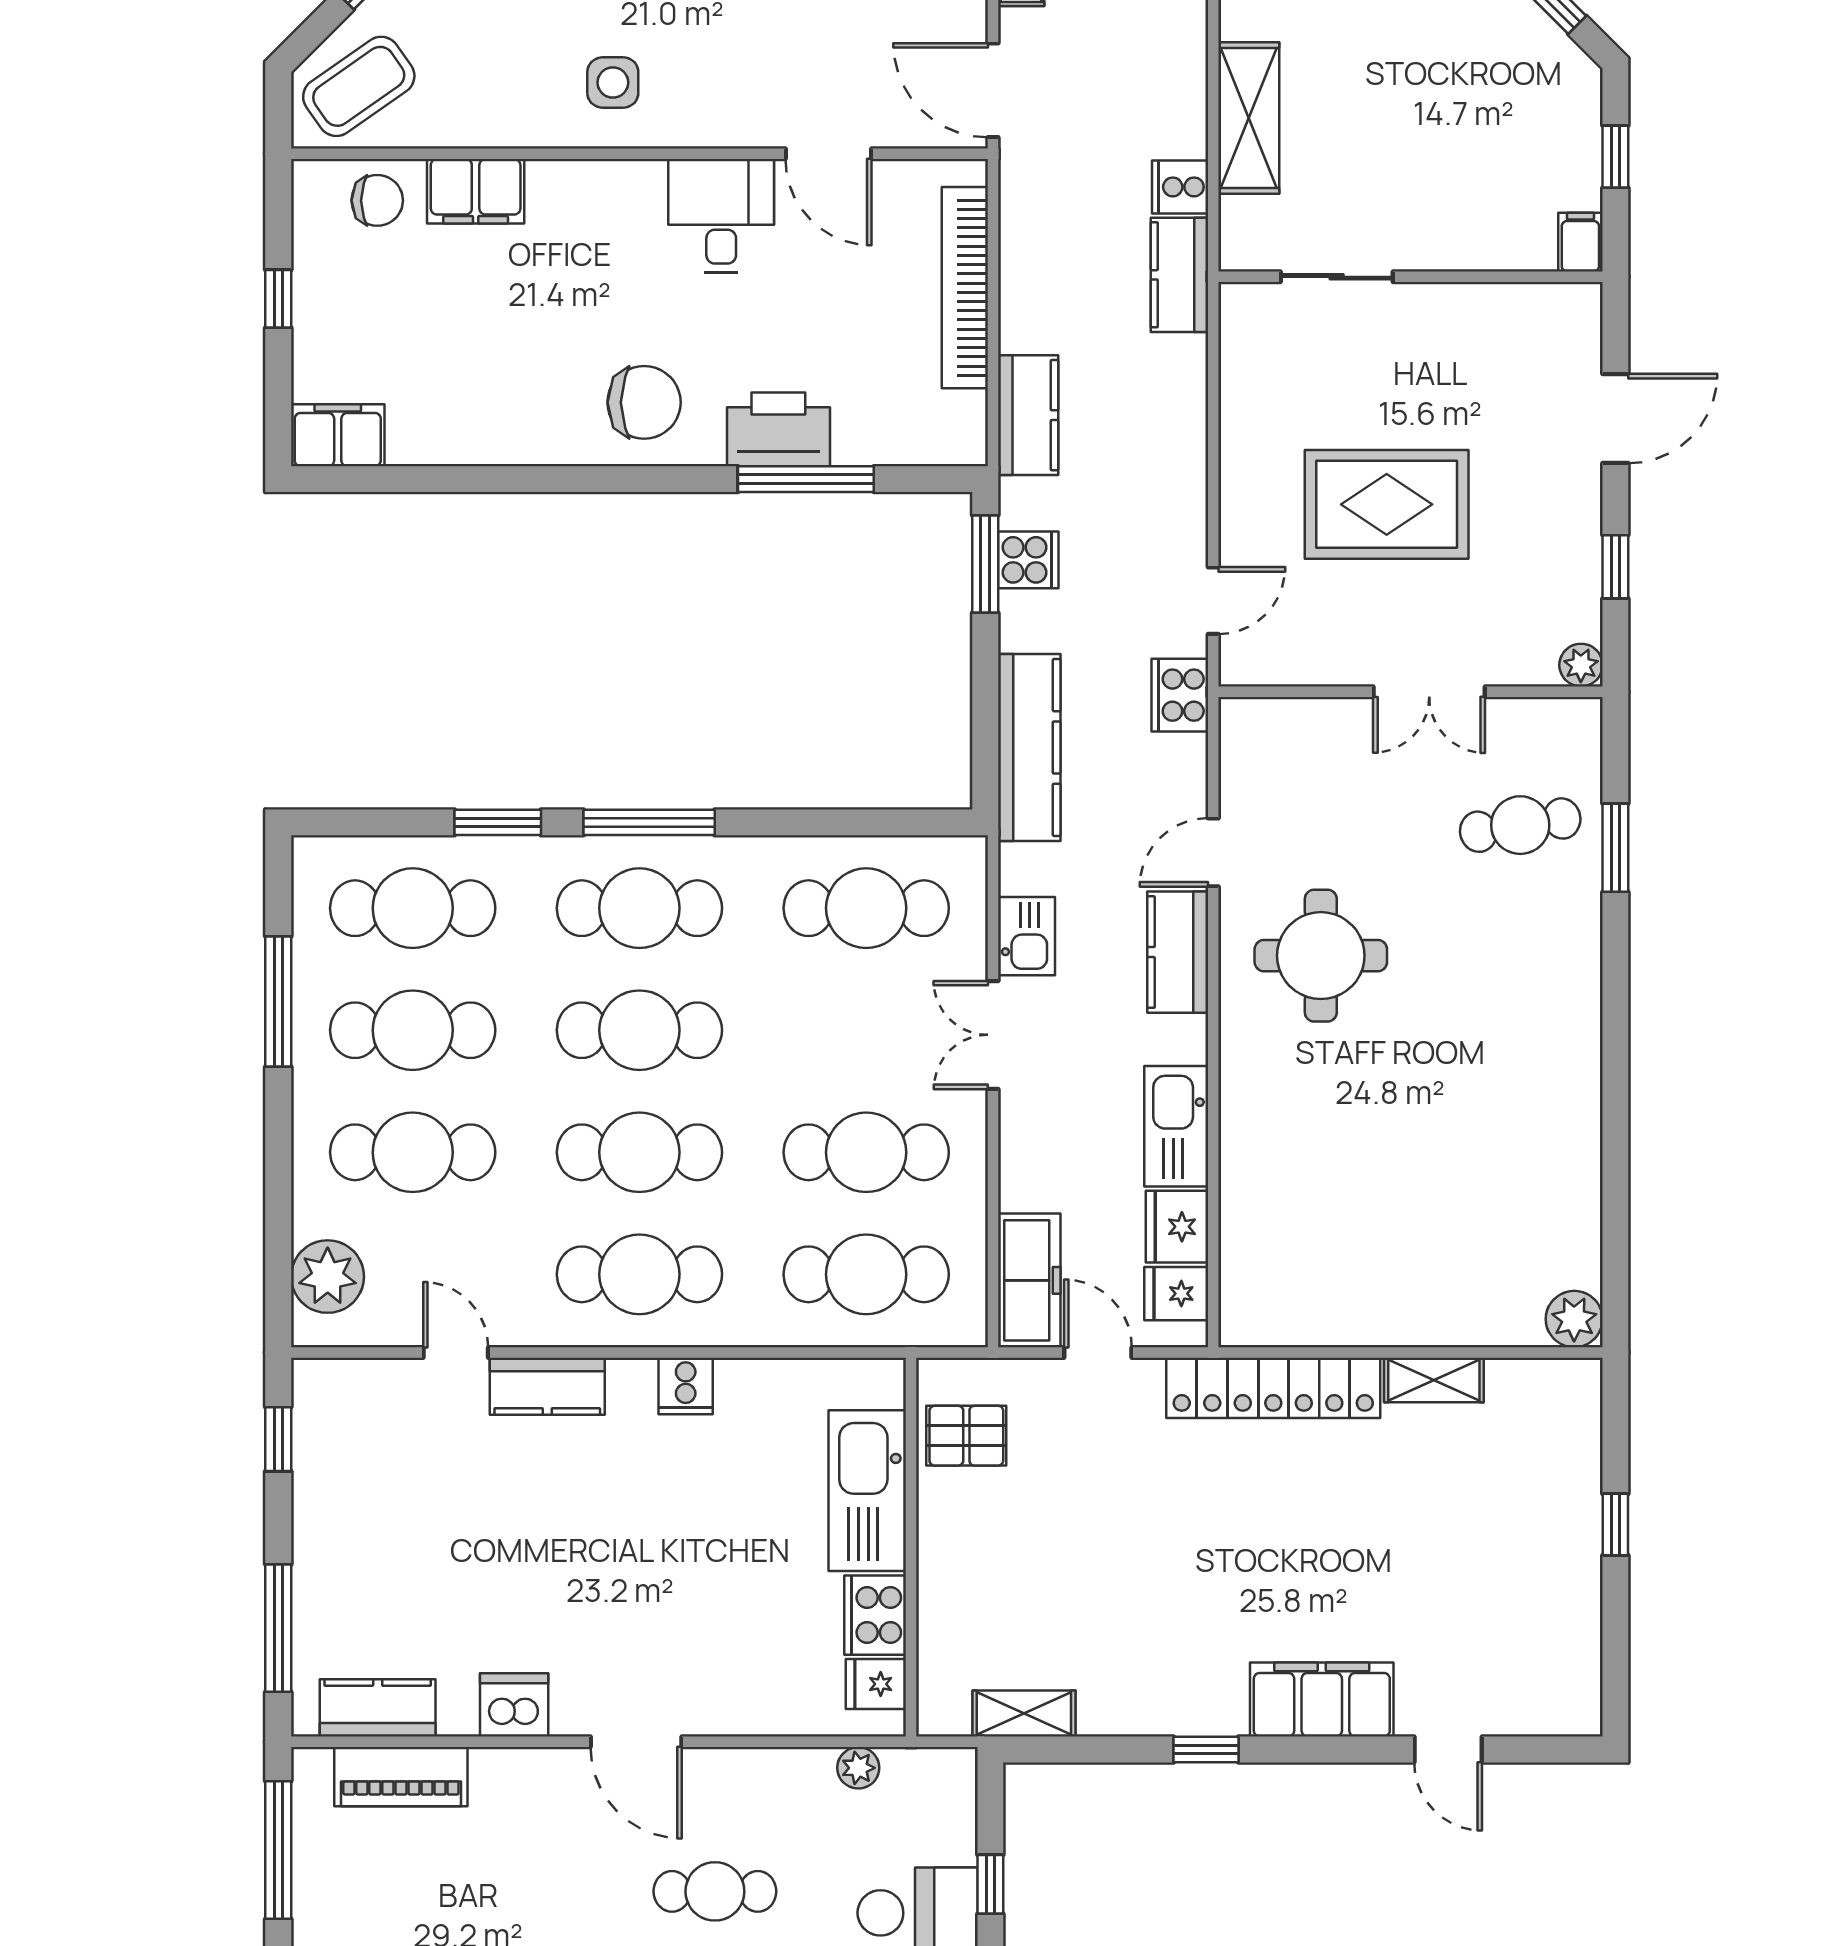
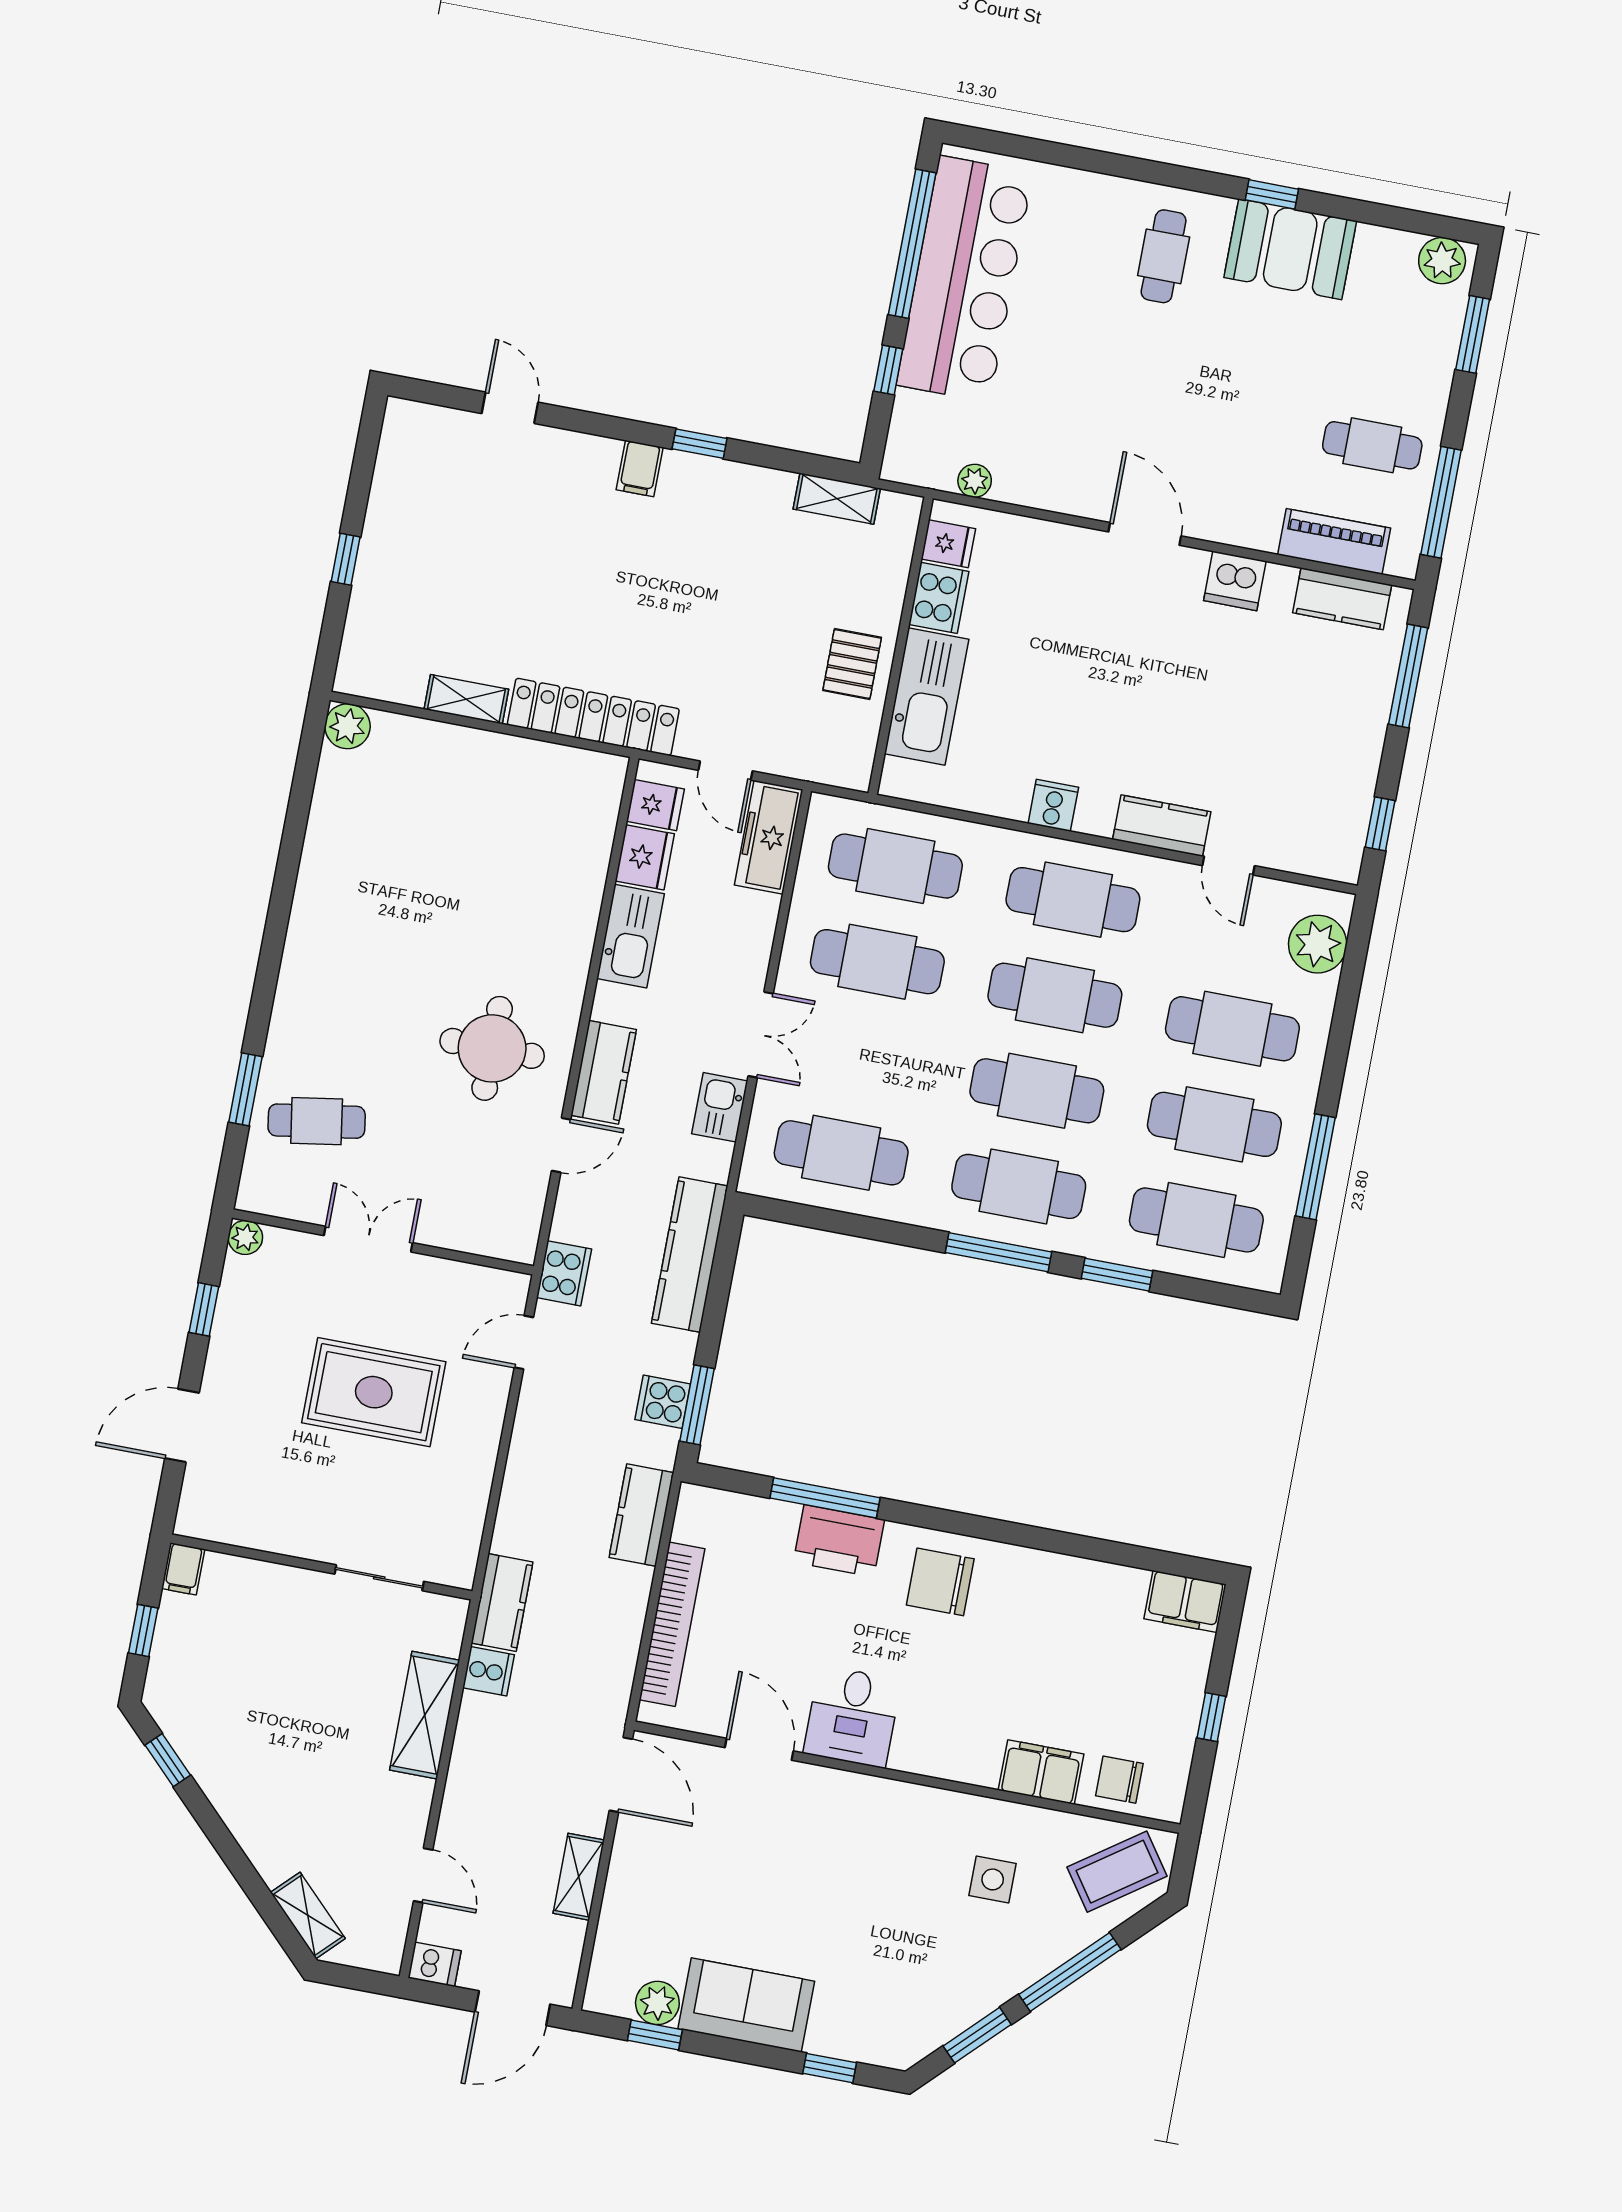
side table: (613, 82) -> (993, 1879), moved
pallet: (966, 1436) -> (852, 664), moved, turned 90
filing cabinet: (1322, 1700) -> (640, 469), width x0.33, depth x0.86
cafe table: (715, 1891) -> (1372, 445), moved

